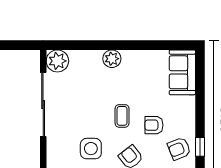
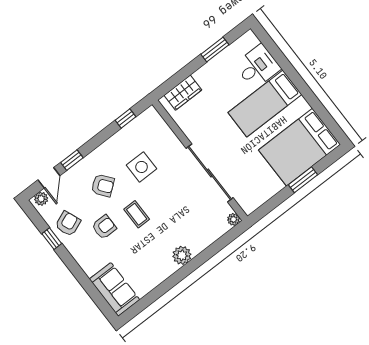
plant: (57, 61) -> (234, 219), width x0.53, depth x0.53

